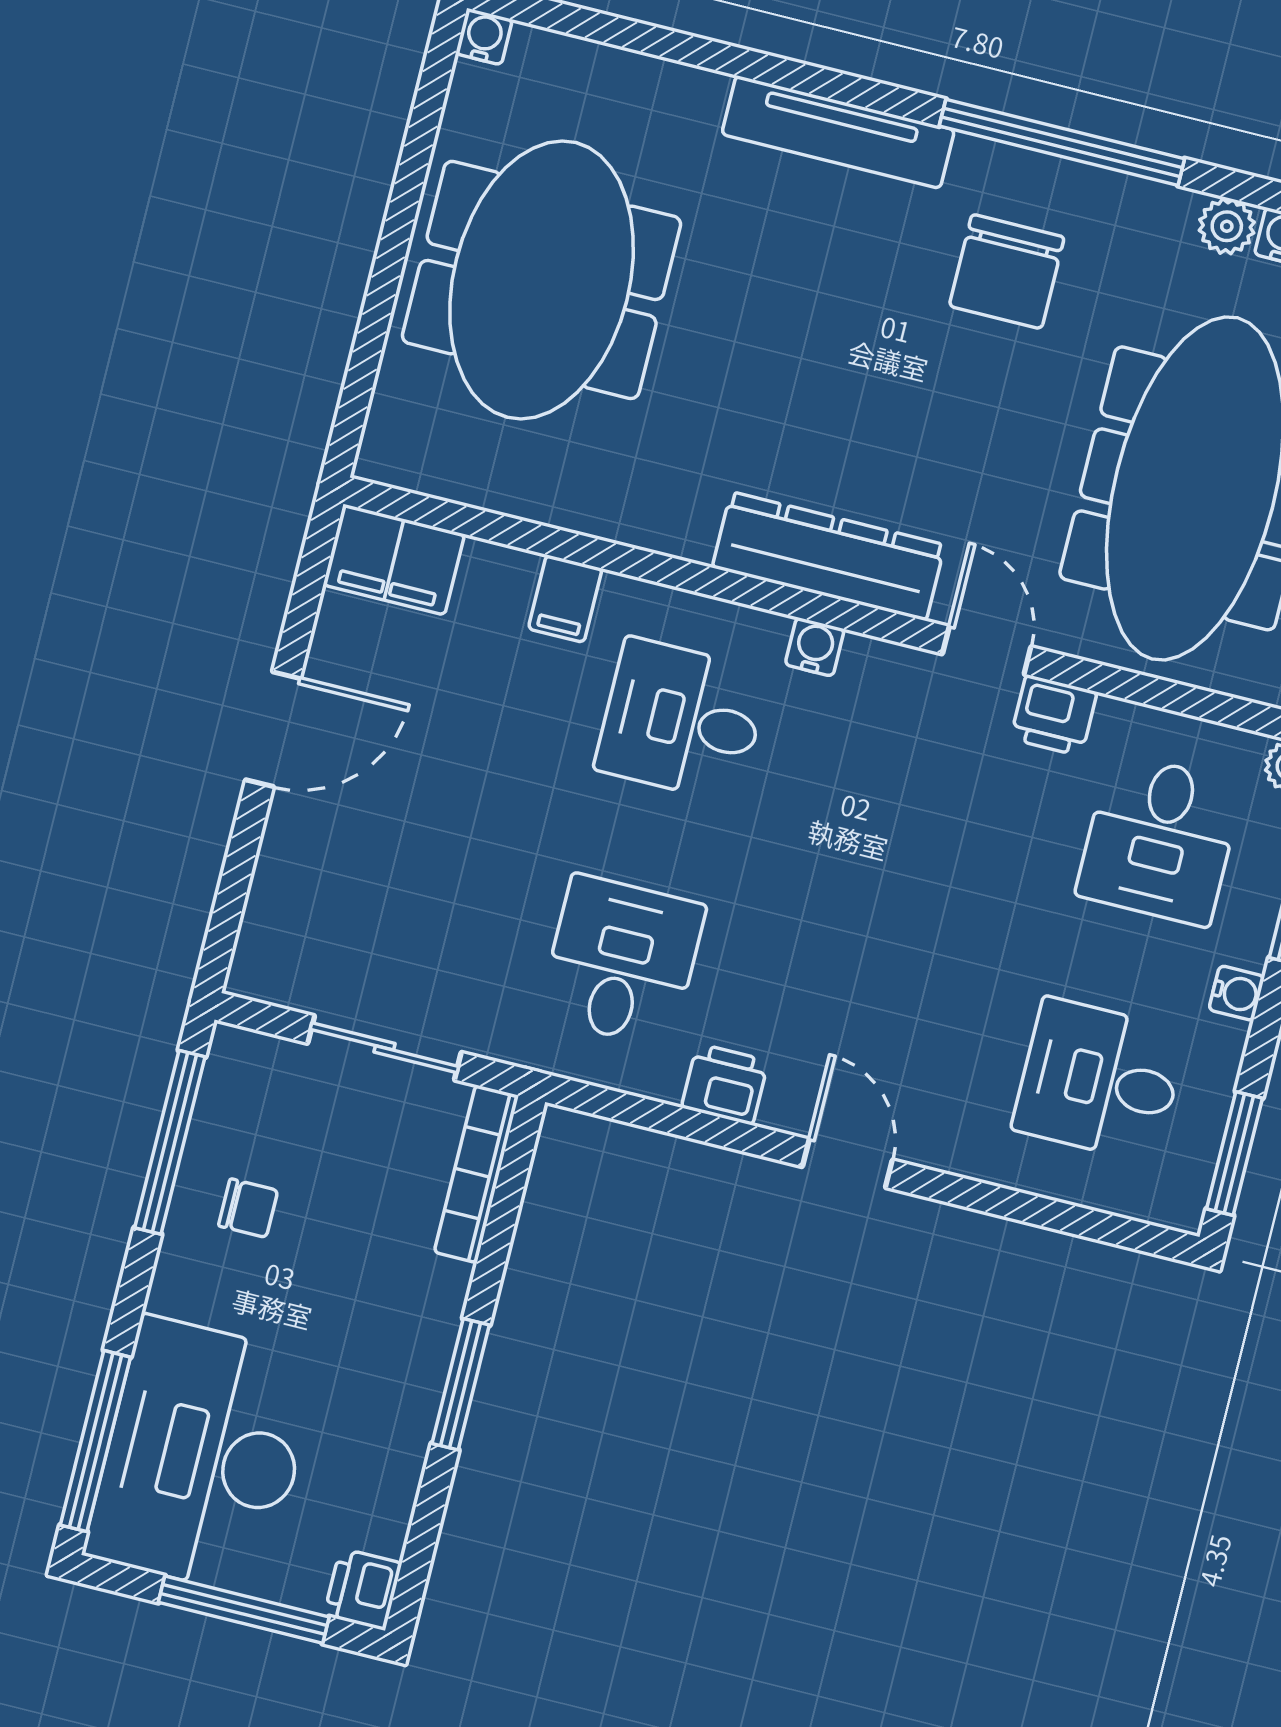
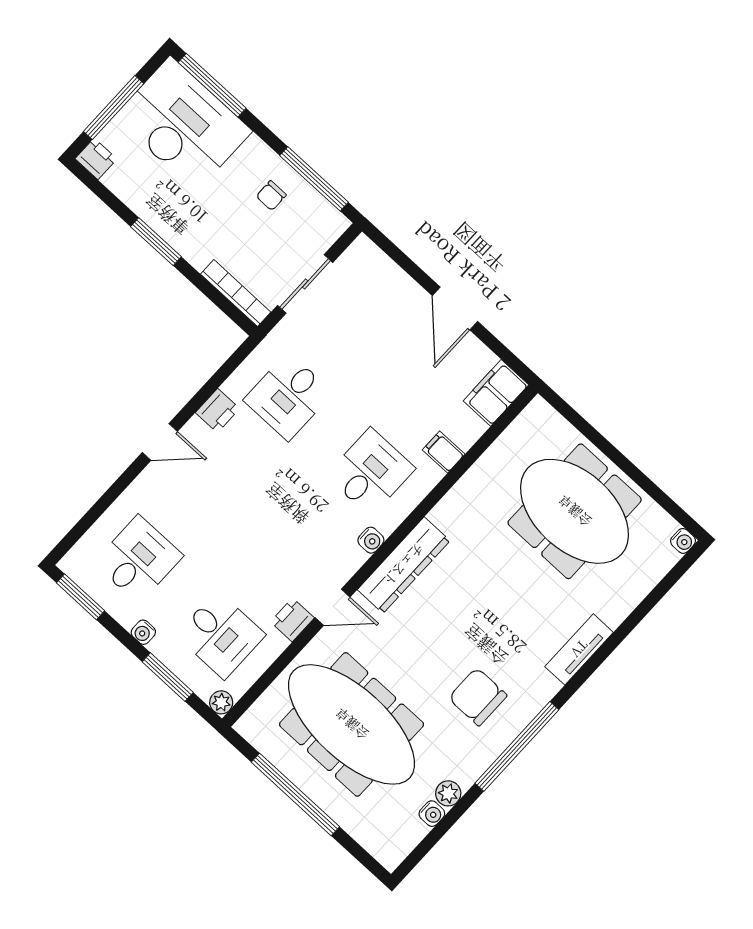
tv unit: (838, 132) -> (579, 649), width x0.71
desk: (1160, 839) -> (221, 635), turned 180
desk: (622, 961) -> (288, 396), turned 90

